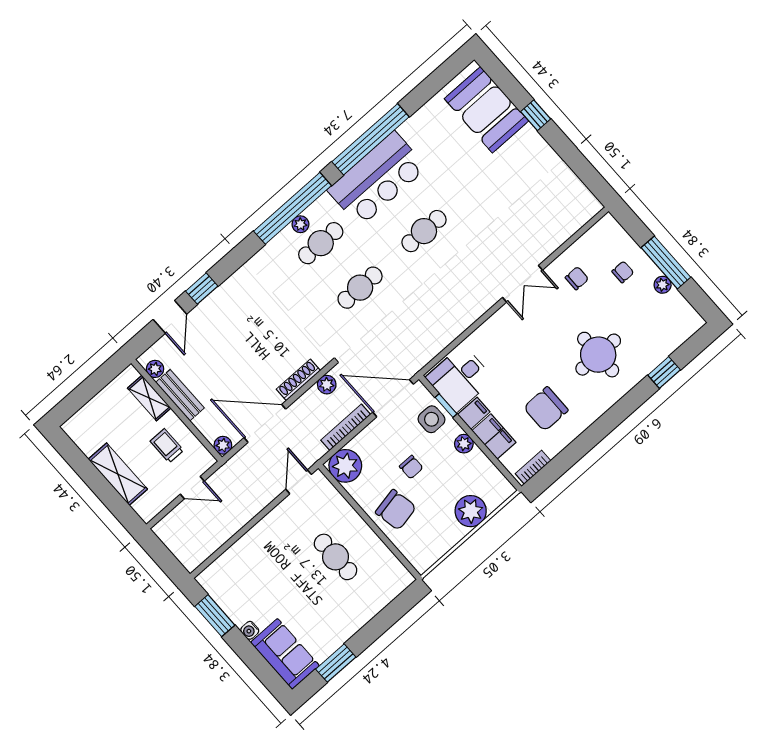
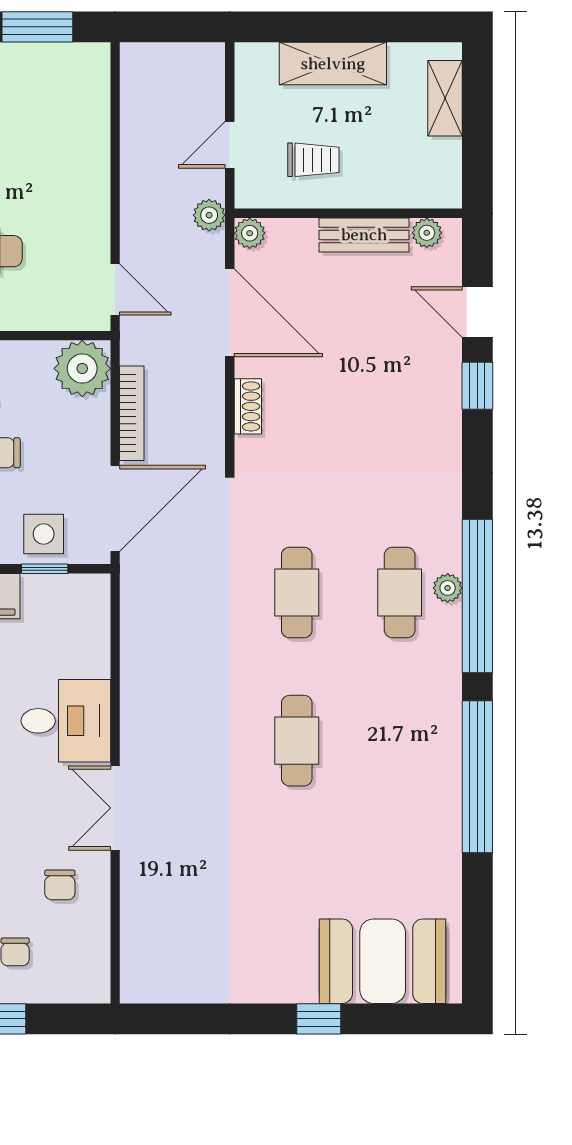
bar counter: (377, 179) -> (418, 740), removed
desk: (460, 378) -> (66, 721), moved, turned 90
shoe rack: (298, 380) -> (248, 406), width x0.70
plant: (327, 385) -> (209, 215), moved
shelving: (149, 398) -> (445, 98), moved, turned 90
door: (265, 423) -> (230, 313), hinge flipped

